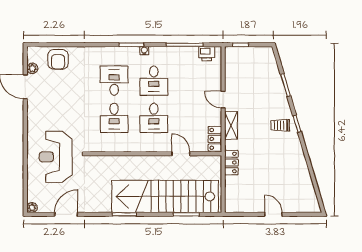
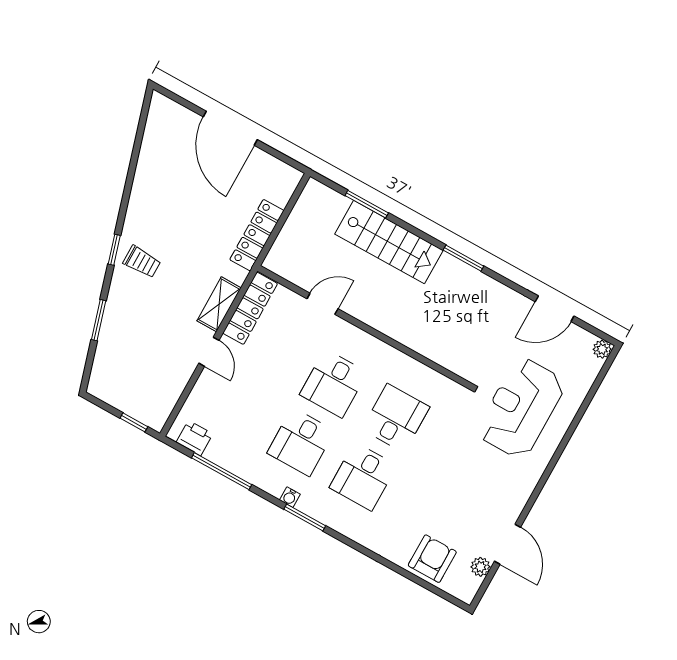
desk: (154, 81) -> (301, 442), turned 180
desk: (154, 118) -> (333, 383), turned 180
locker: (215, 139) -> (250, 308), width x1.53
door: (181, 154) -> (322, 304), swing flipped
reception desk: (56, 157) -> (521, 408), turned 180
locker: (231, 162) -> (257, 235), width x1.53
stairs: (165, 196) -> (389, 242), width x0.54, depth x0.66
door: (273, 214) -> (230, 128), width x1.88

